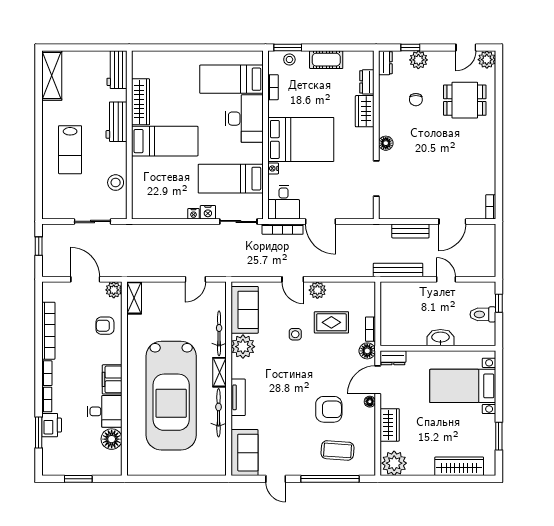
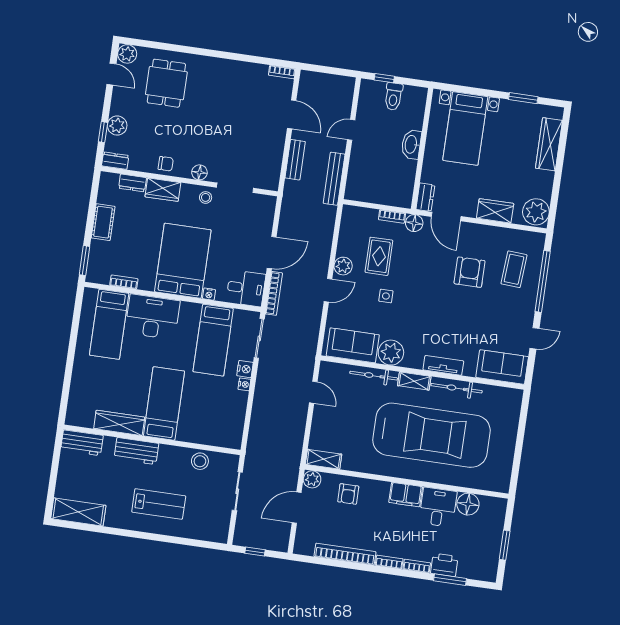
stool: (289, 59) -> (206, 197), moved
chair: (416, 100) -> (166, 164), moved
floor lamp: (370, 402) -> (468, 228), removed

